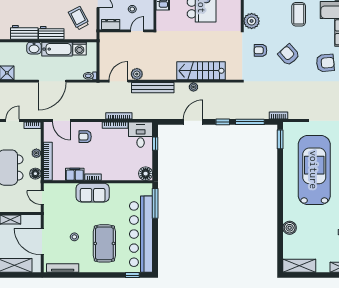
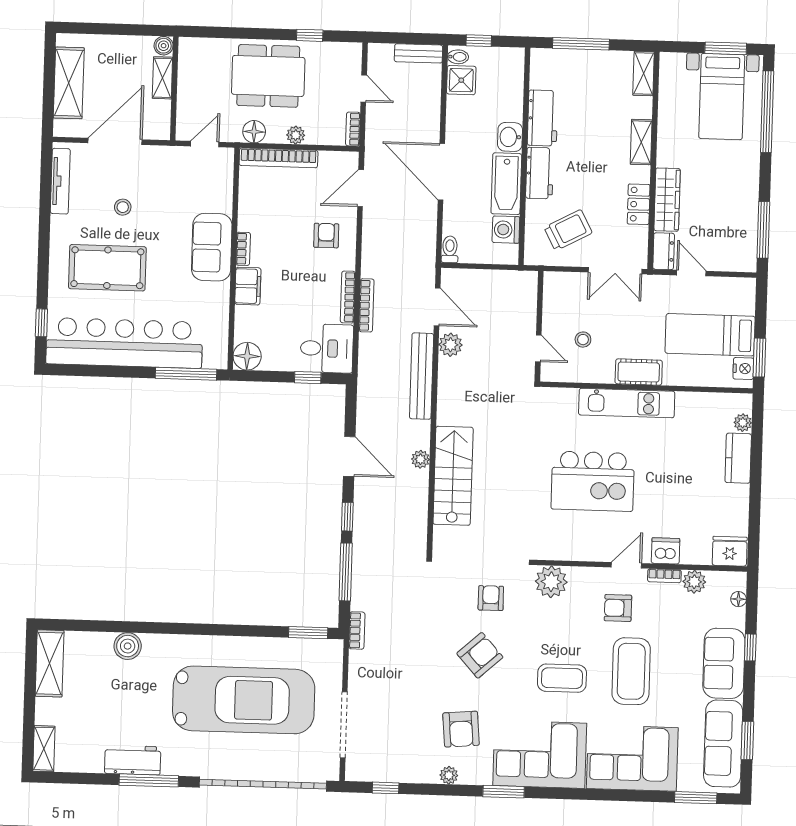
dresser: (111, 25) -> (553, 295), removed
filing cabinet: (75, 174) -> (248, 286), moved

